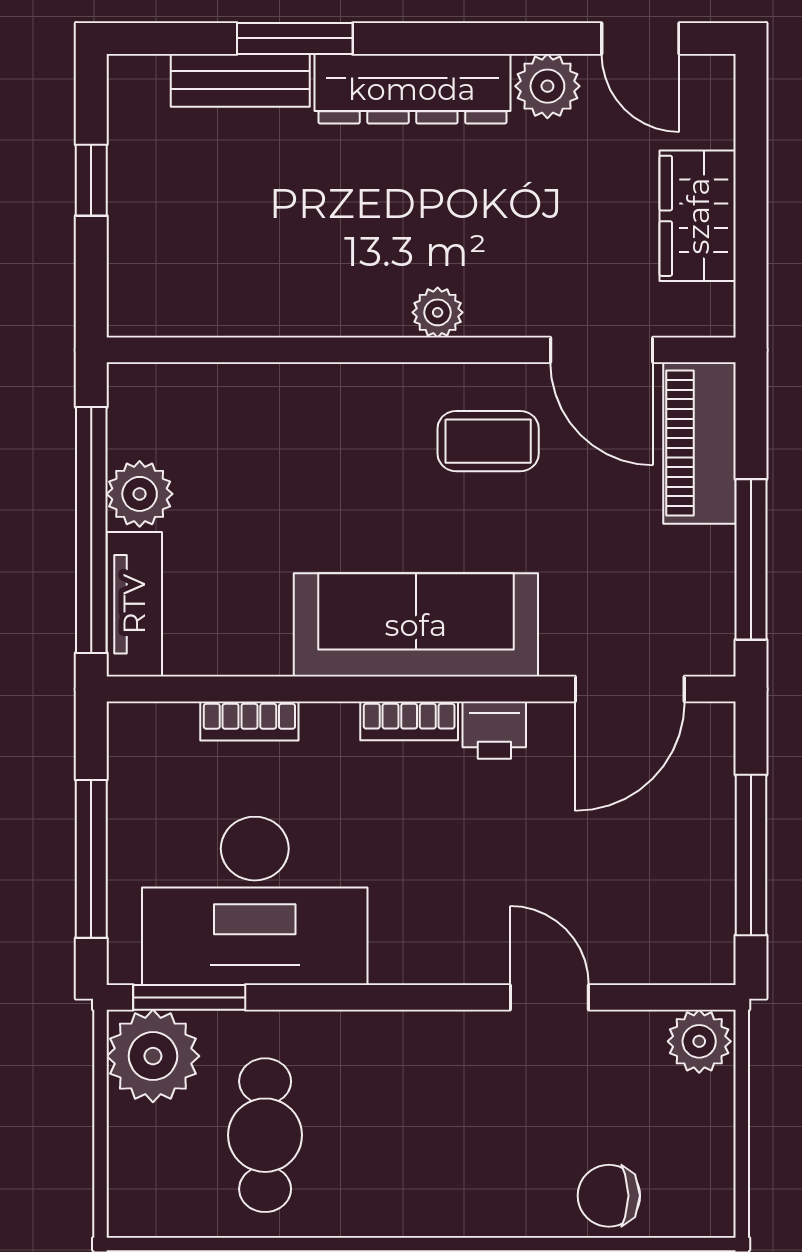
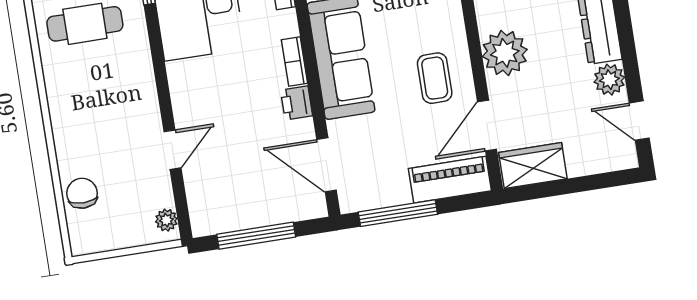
door: (640, 38) -> (639, 121), hinge flipped
wardrobe: (698, 216) -> (533, 166), moved
plant: (438, 312) -> (505, 53), width x1.88, depth x1.88
plant: (699, 1041) -> (166, 220), width x0.73, depth x0.73

